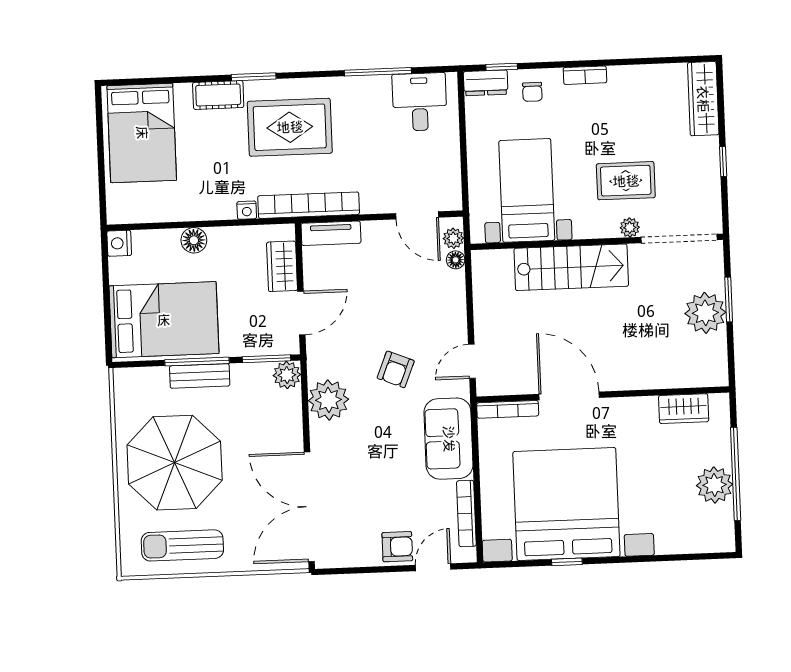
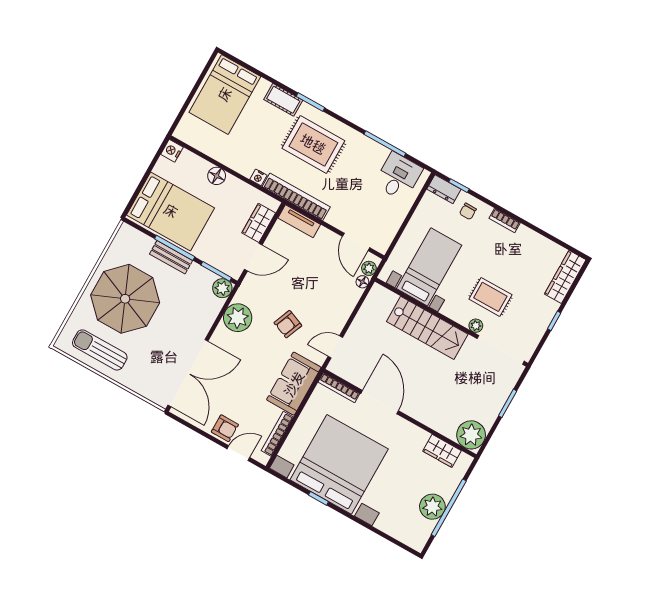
plant: (705, 313) -> (471, 435), moved
double door: (309, 507) -> (188, 373), swing flipped

